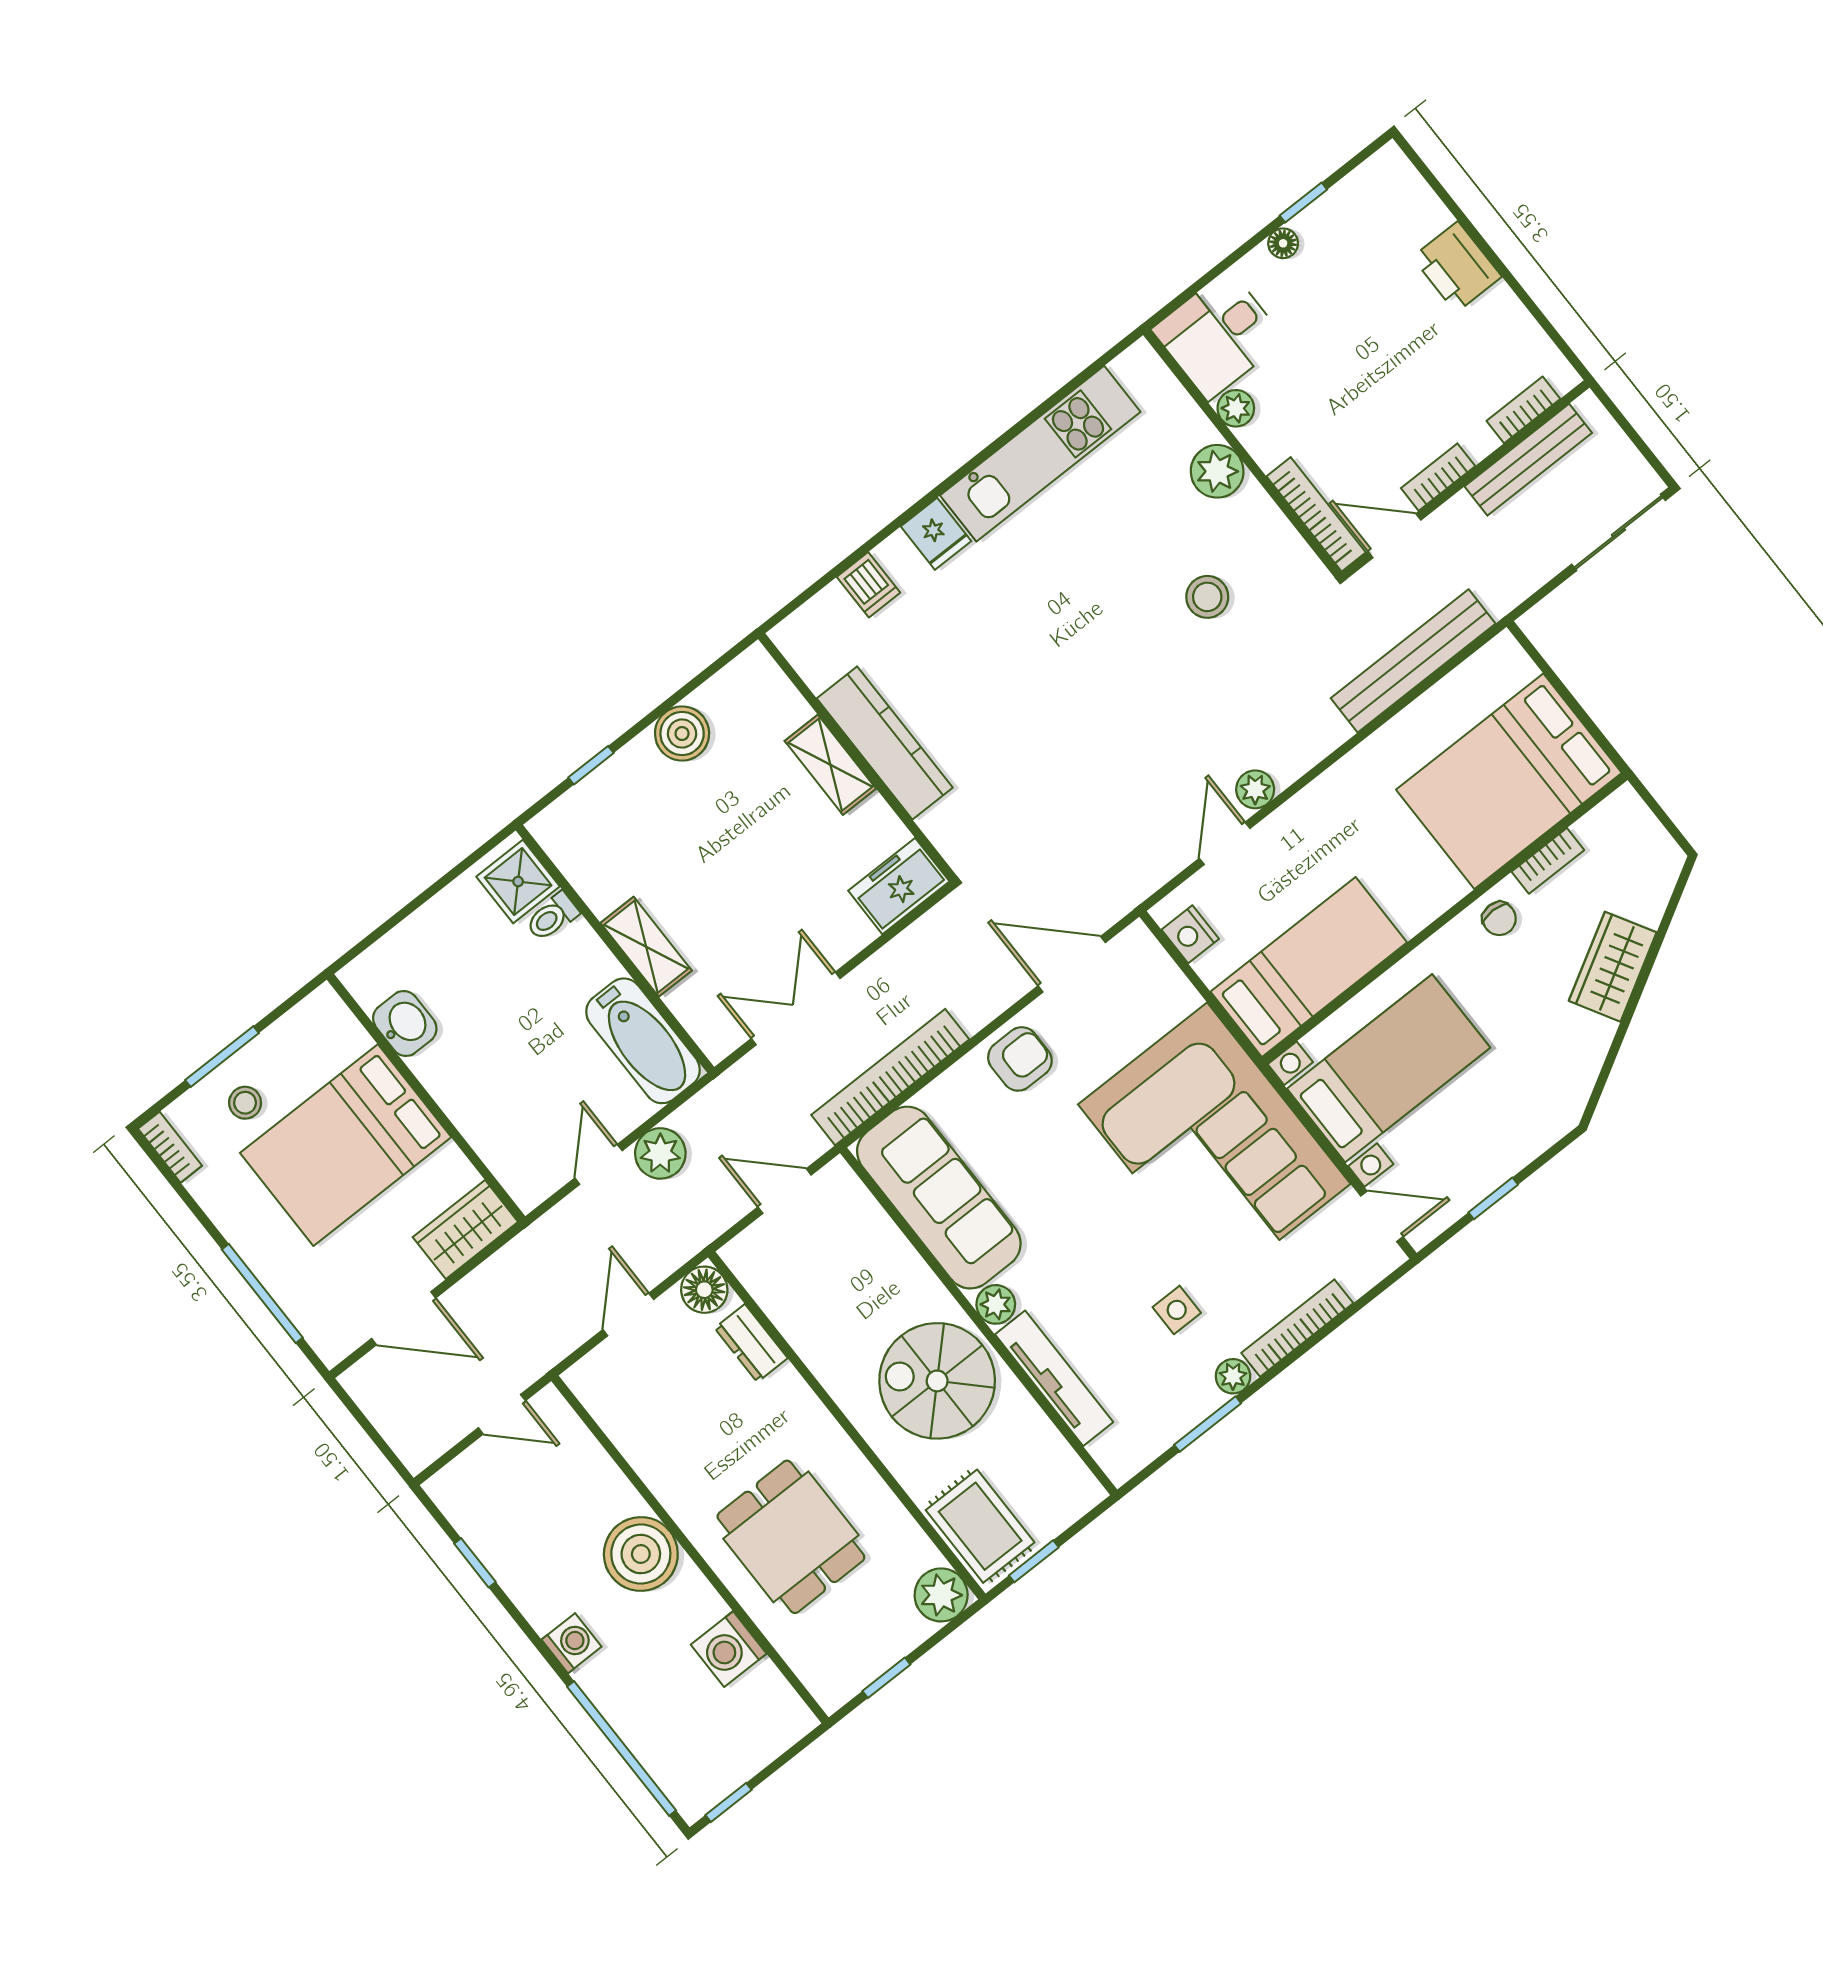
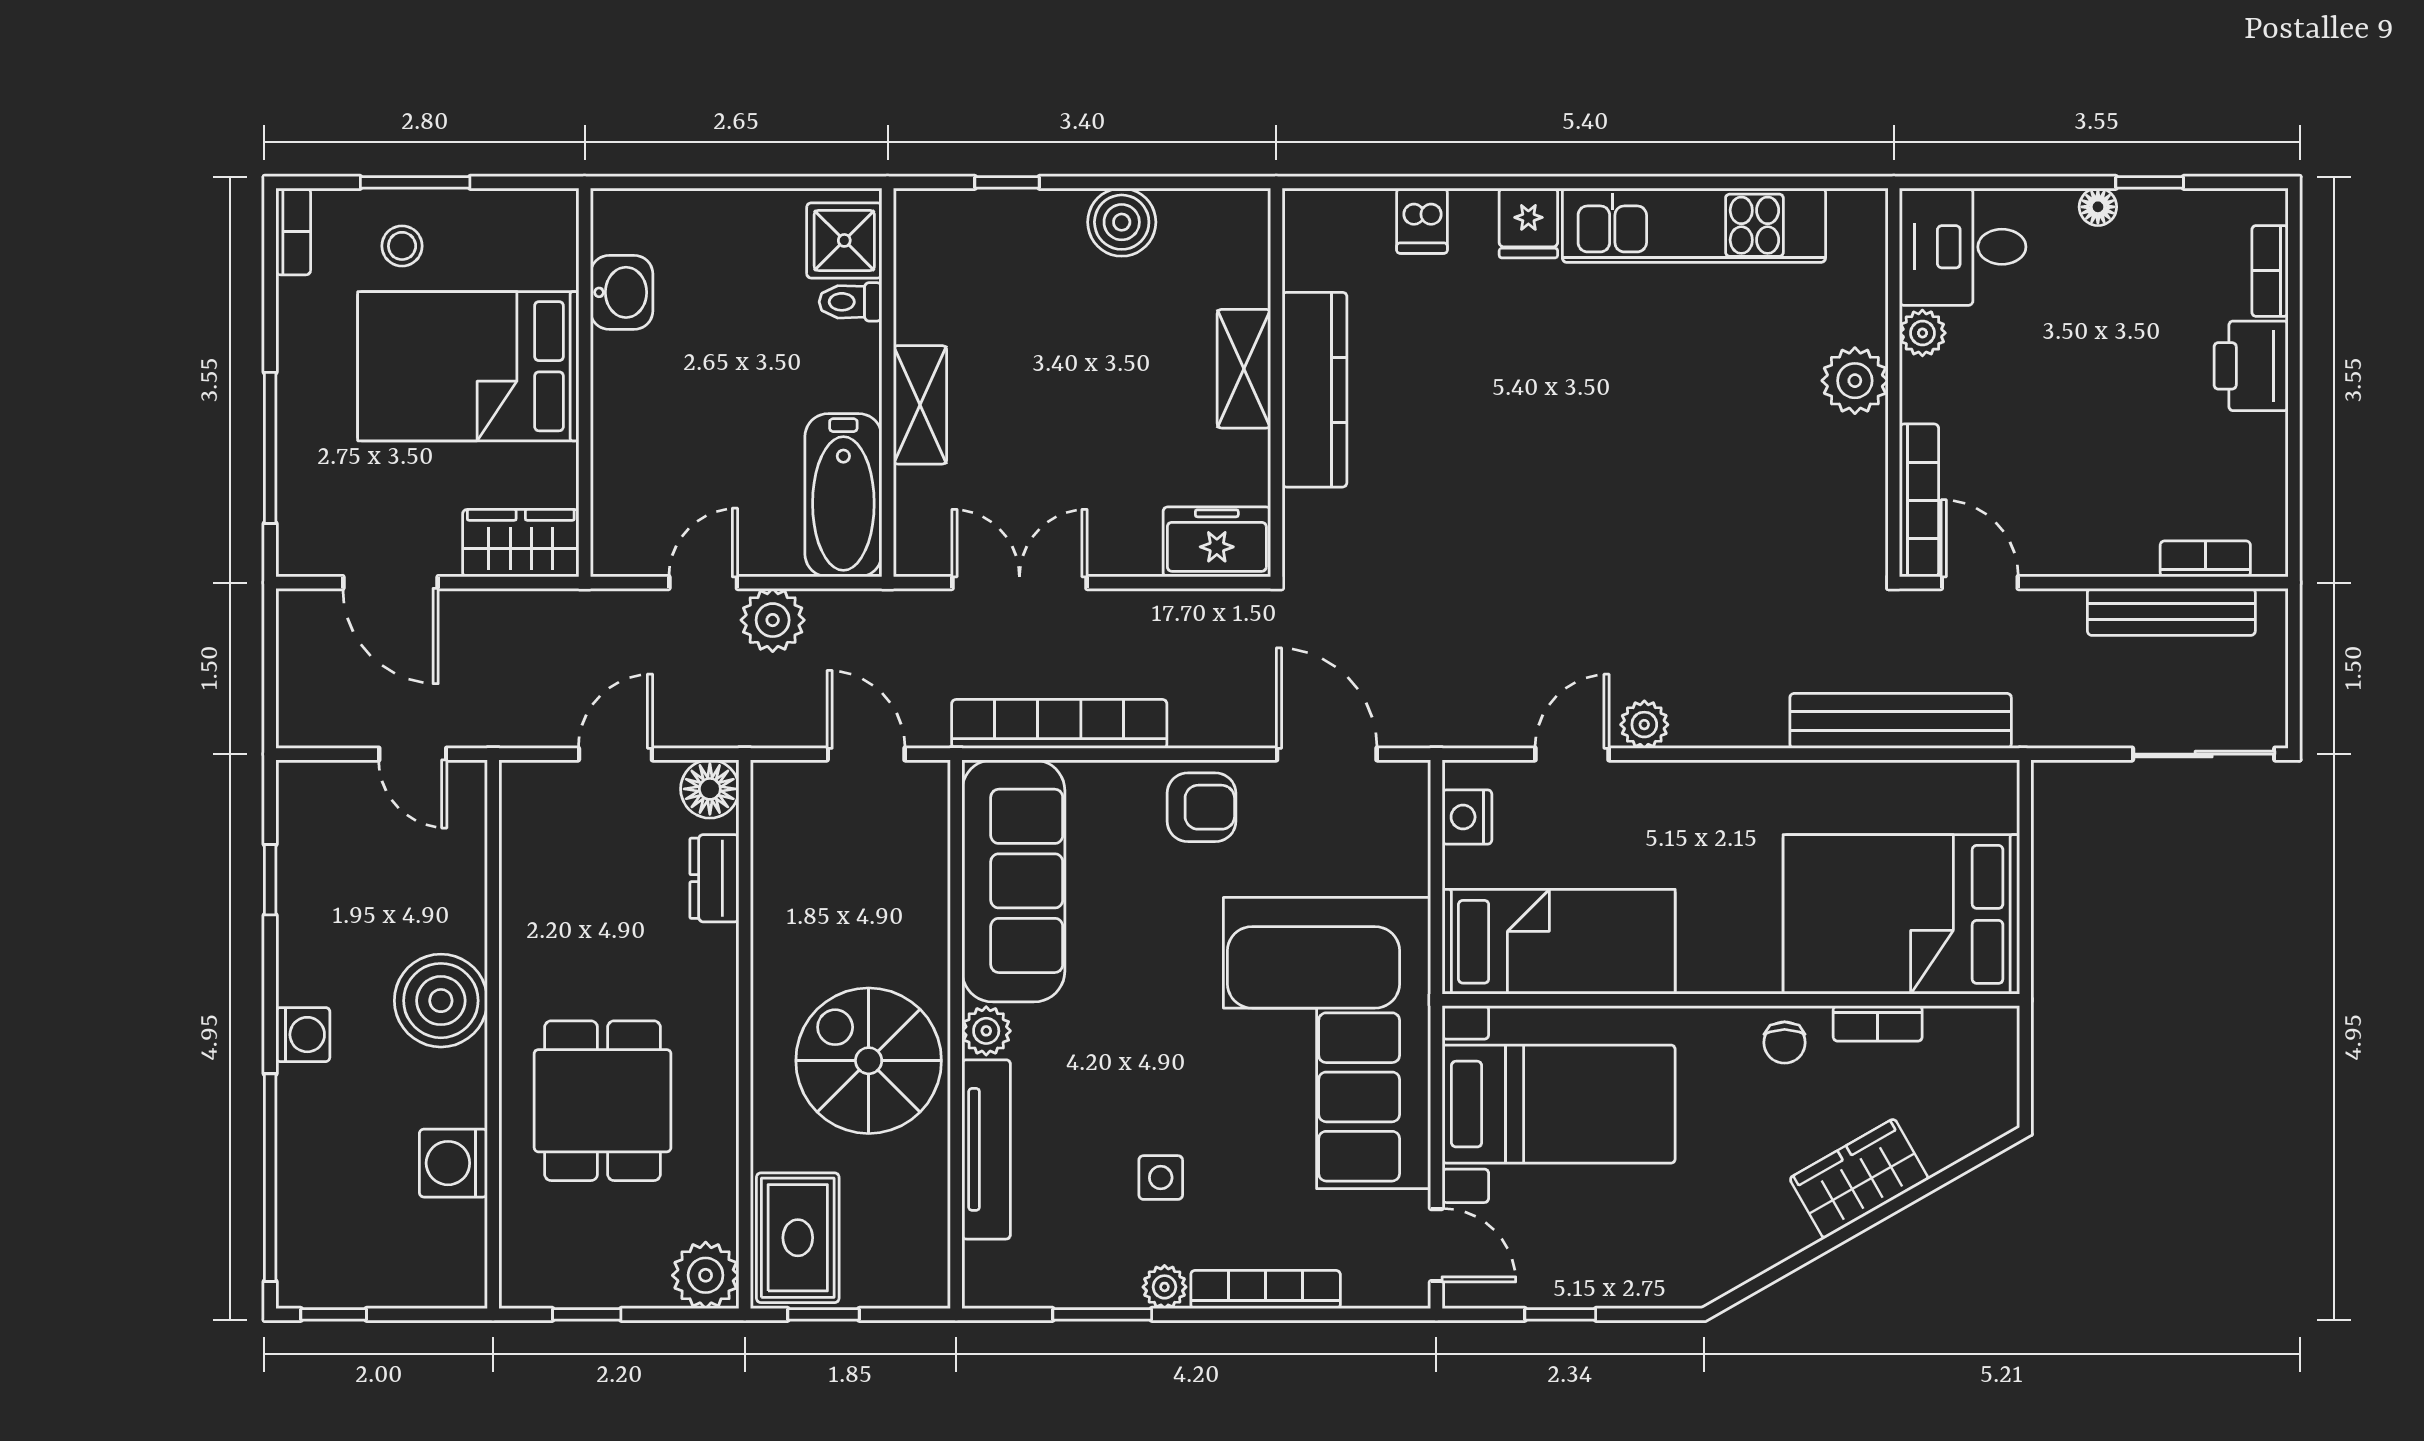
bookcase: (1438, 477) -> (2270, 271), moved, turned -90
stool: (1207, 597) -> (1747, 497), removed

